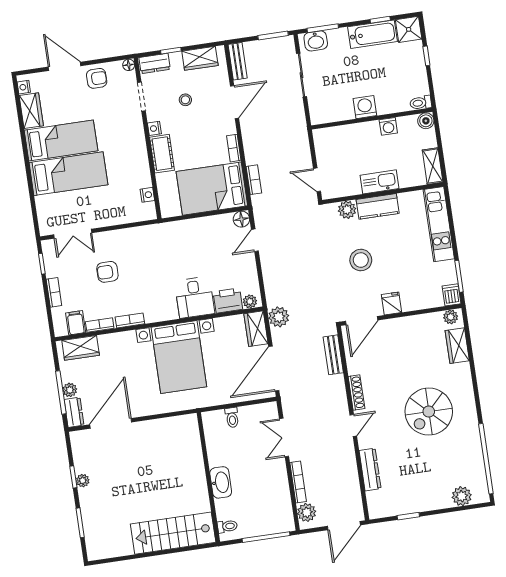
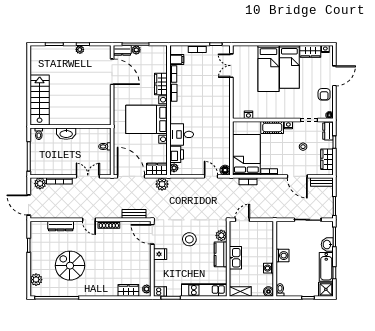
washbasin: (316, 41) -> (327, 245), moved
armchair: (107, 272) -> (205, 84), removed
wardrobe: (81, 348) -> (161, 84), moved
spiral stairs: (429, 412) -> (70, 266), moved

